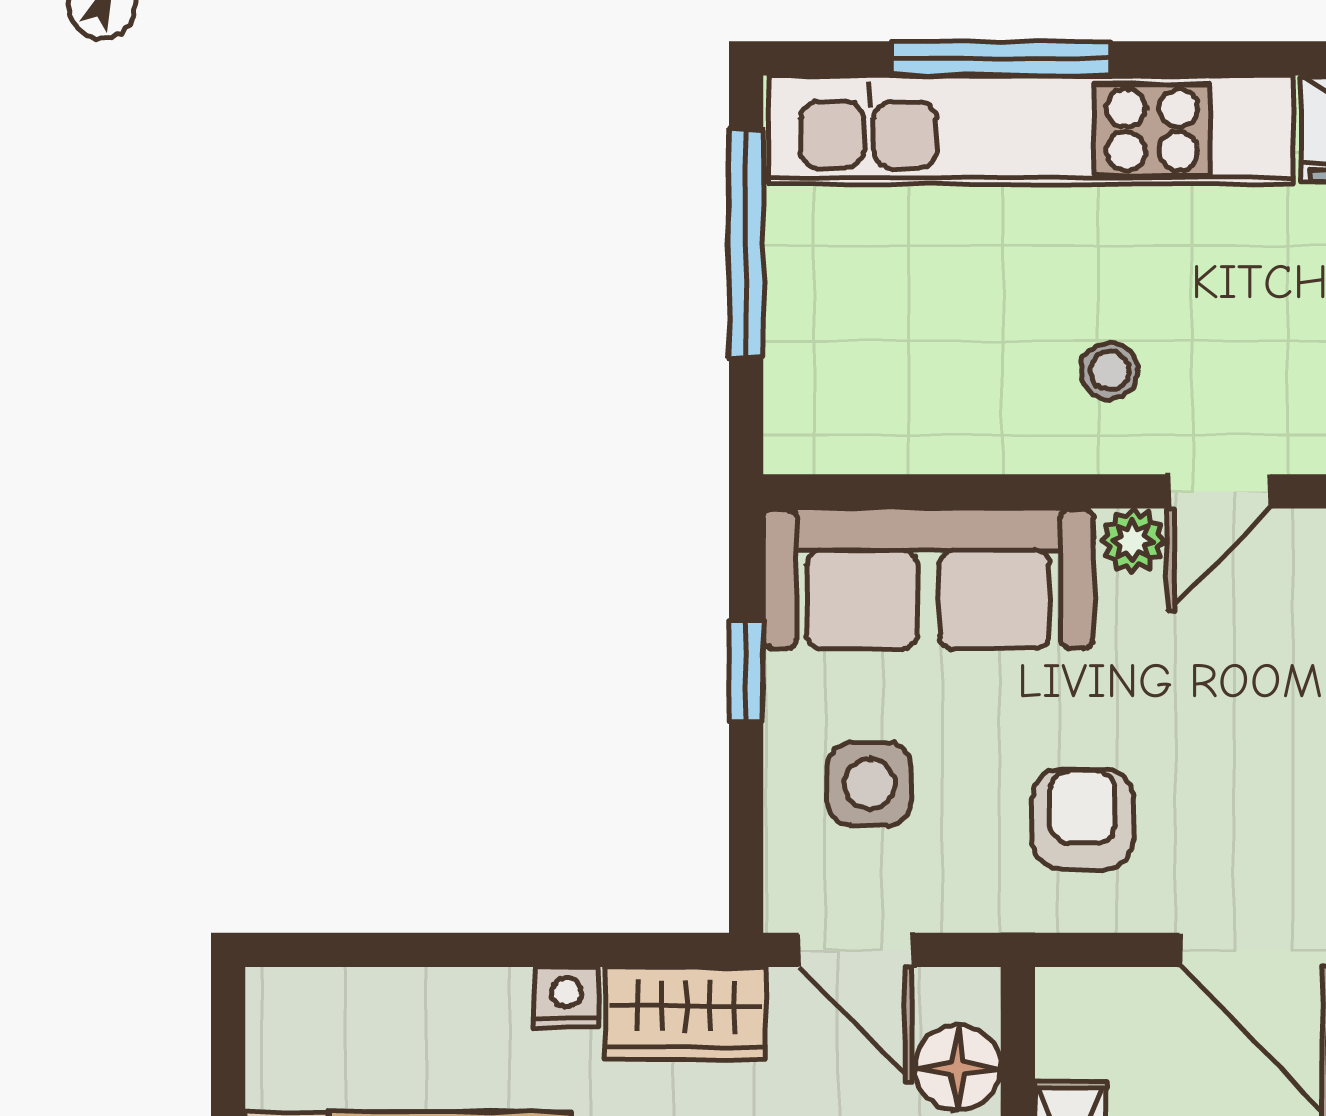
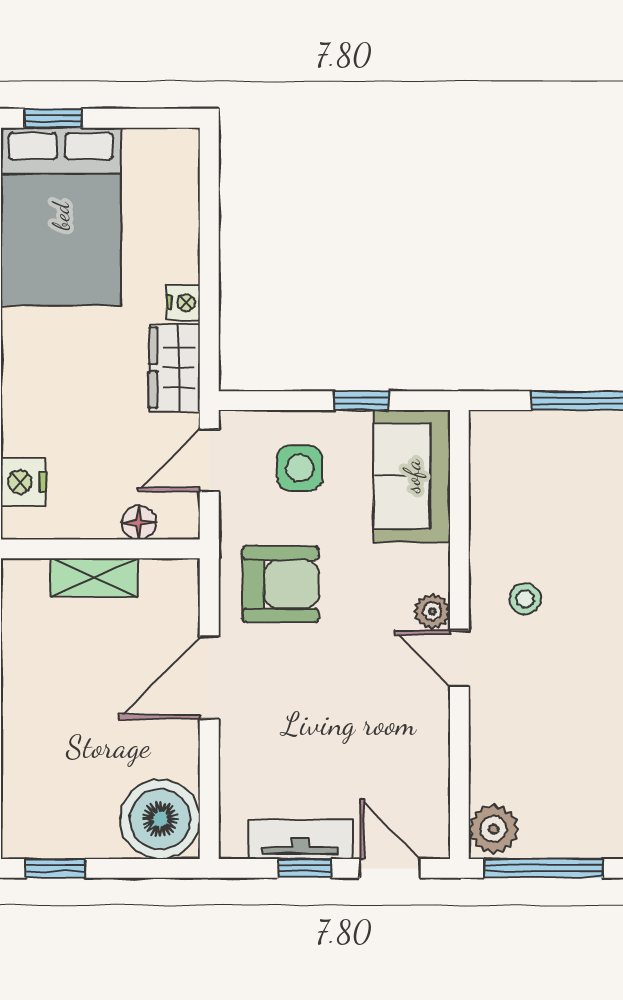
sofa: (928, 579) -> (412, 476), width x0.73
armchair: (1083, 819) -> (281, 584), width x1.38, depth x1.38
floor lamp: (958, 1067) -> (139, 523), width x0.73, depth x0.73

